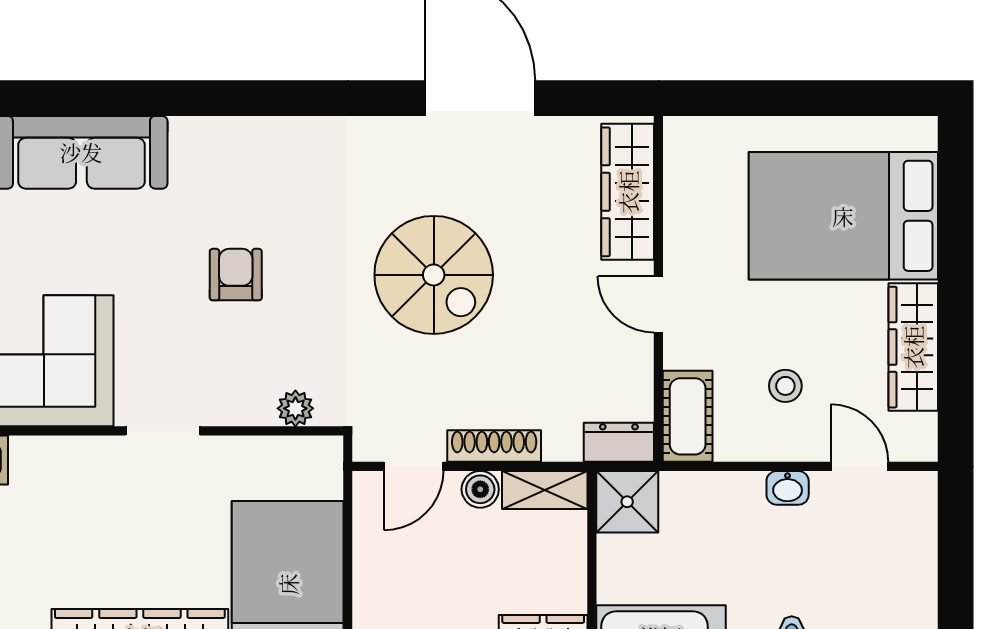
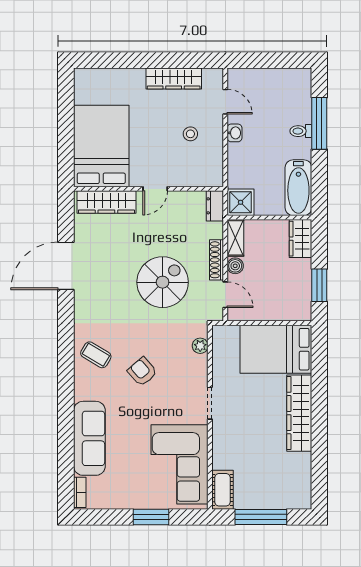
coffee table: (275, 167) -> (96, 355), added
bed: (843, 216) -> (101, 146), moved, turned 180
armchair: (236, 275) -> (142, 372), turned 49
spiral stairs: (434, 275) -> (163, 282), moved
cot: (688, 416) -> (204, 176), removed
door: (860, 466) -> (225, 102), swing flipped

